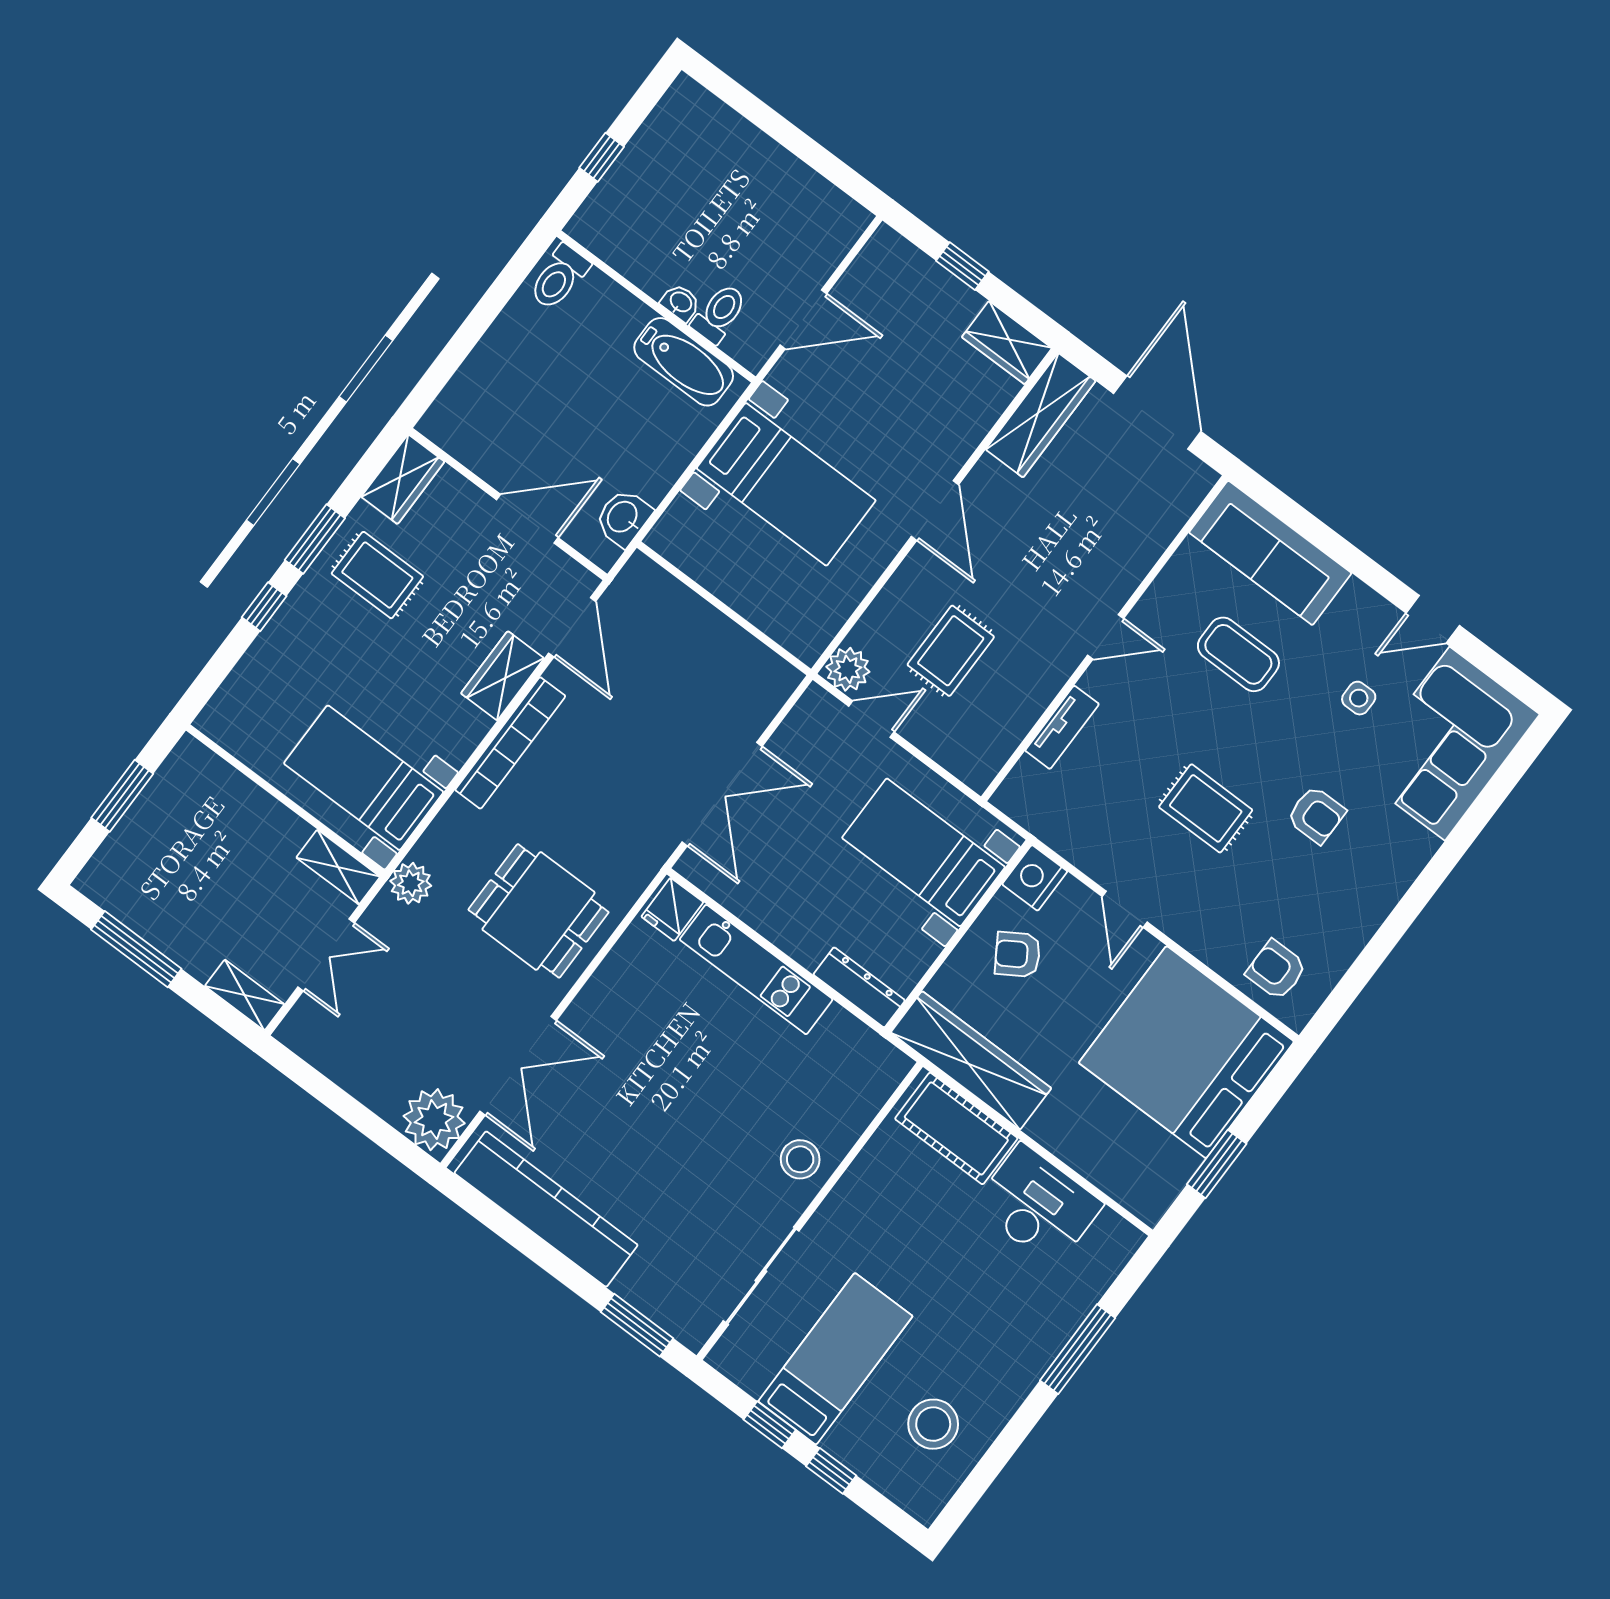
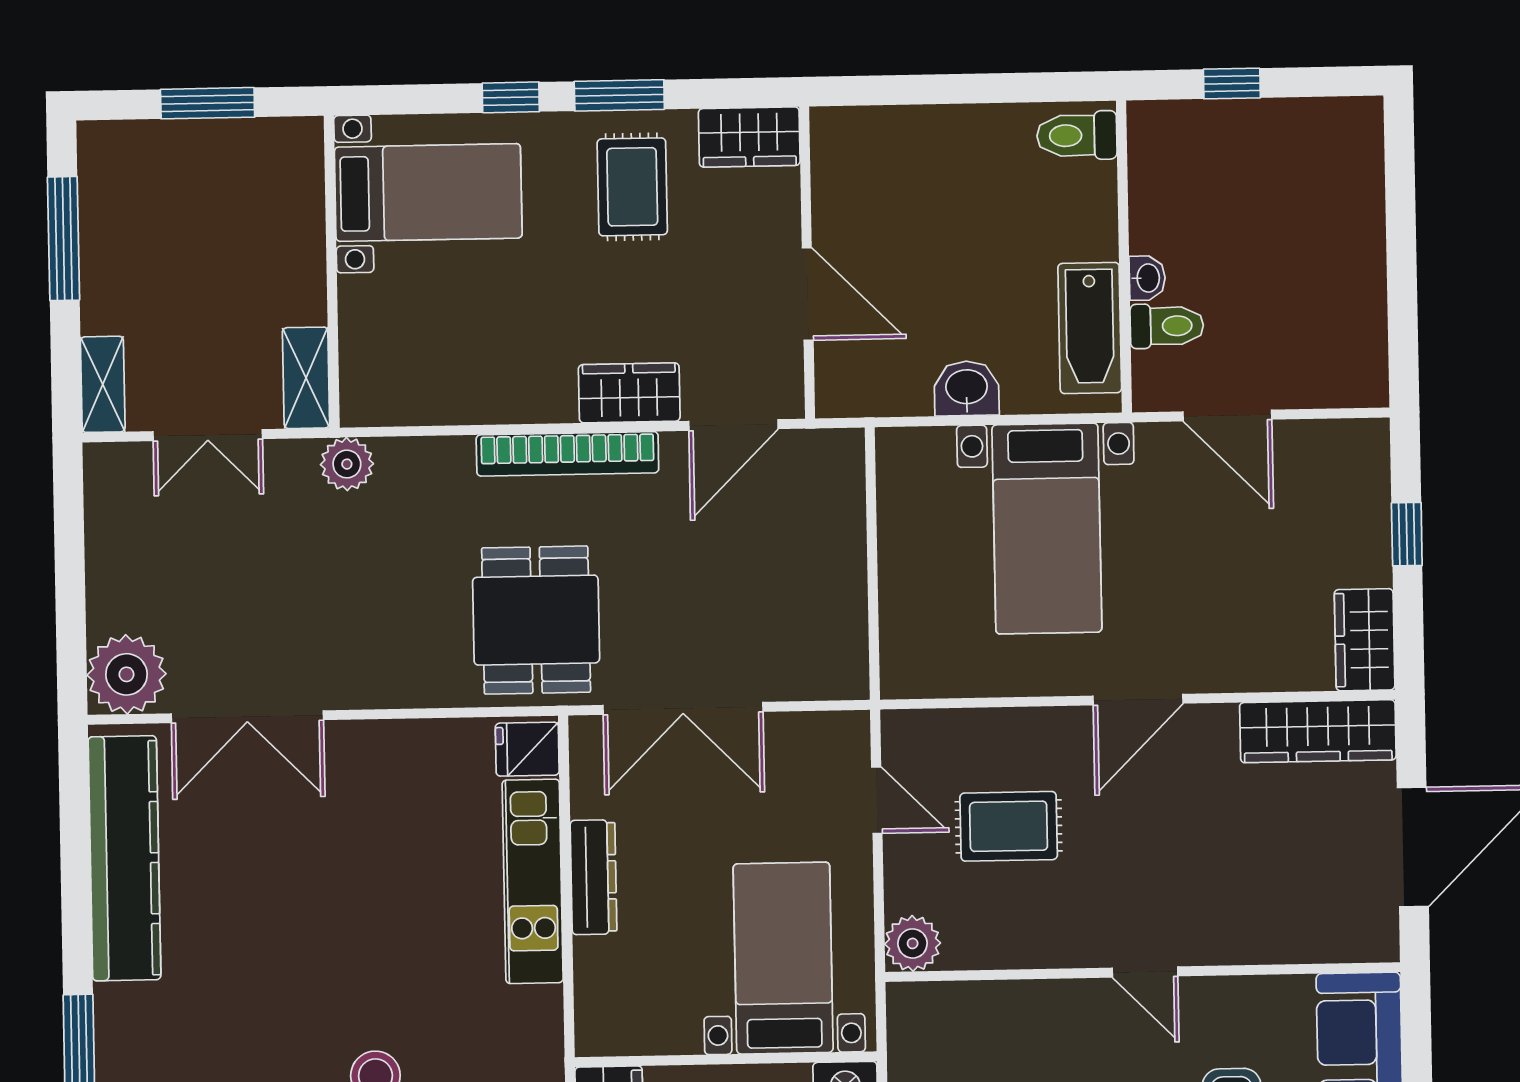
washbasin: (623, 517) -> (967, 388), moved
plant: (848, 669) -> (913, 943), moved
tv unit: (1062, 727) -> (1019, 999), removed
bed with nightstands: (364, 778) -> (428, 193), moved, turned 90
dining table: (539, 911) -> (536, 620), moved
dresser: (859, 987) -> (594, 877), moved

